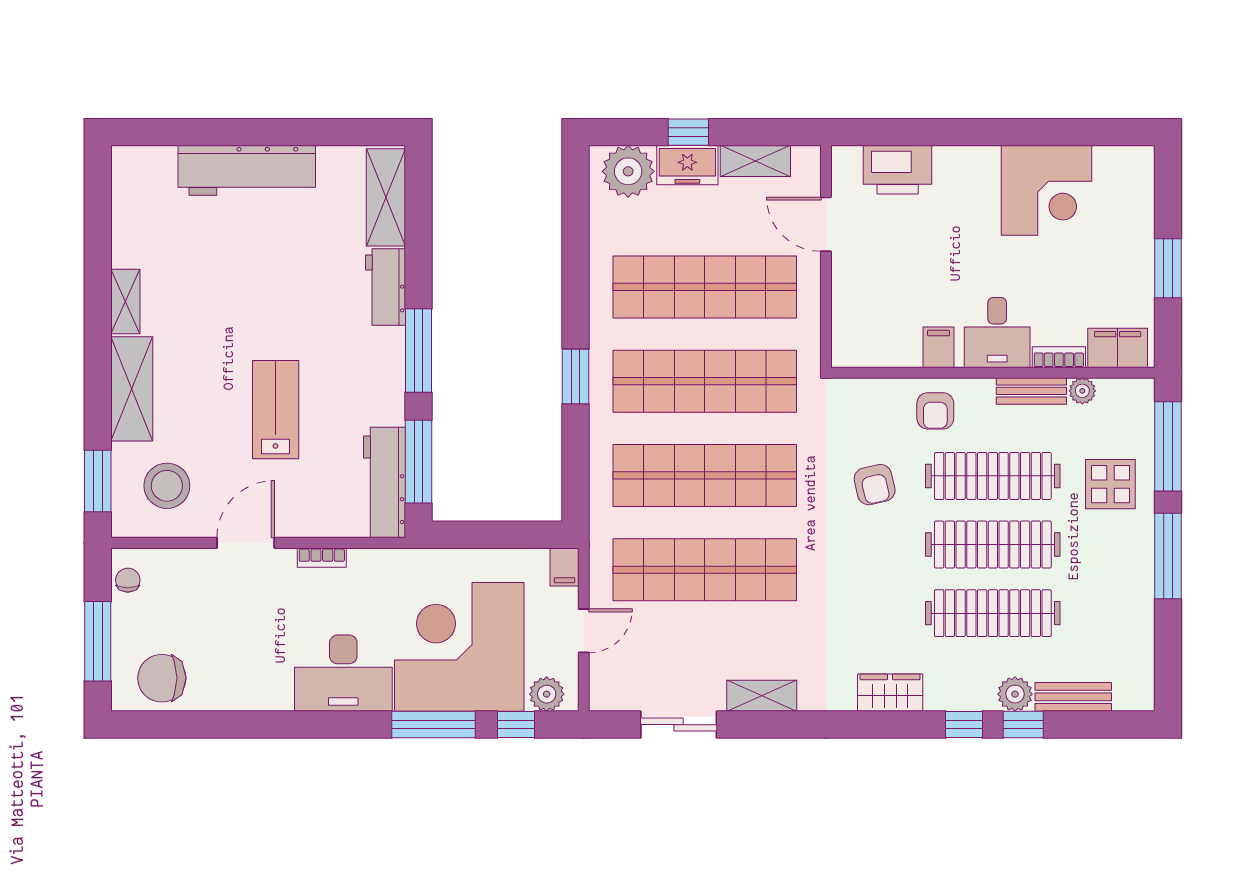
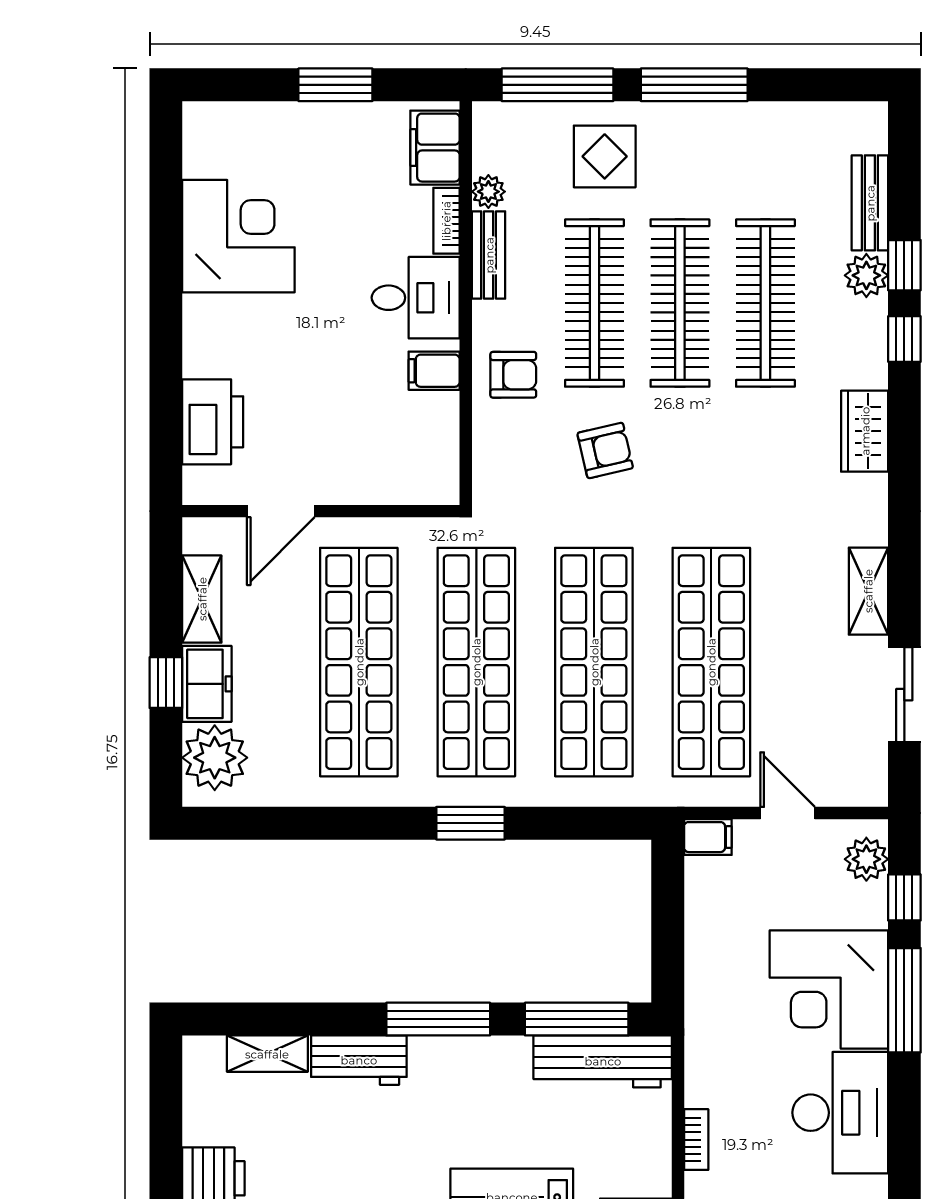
shelving: (386, 197) -> (267, 1054), width x0.67, depth x0.75
corner desk: (459, 647) -> (829, 990), width x0.74, depth x0.74

